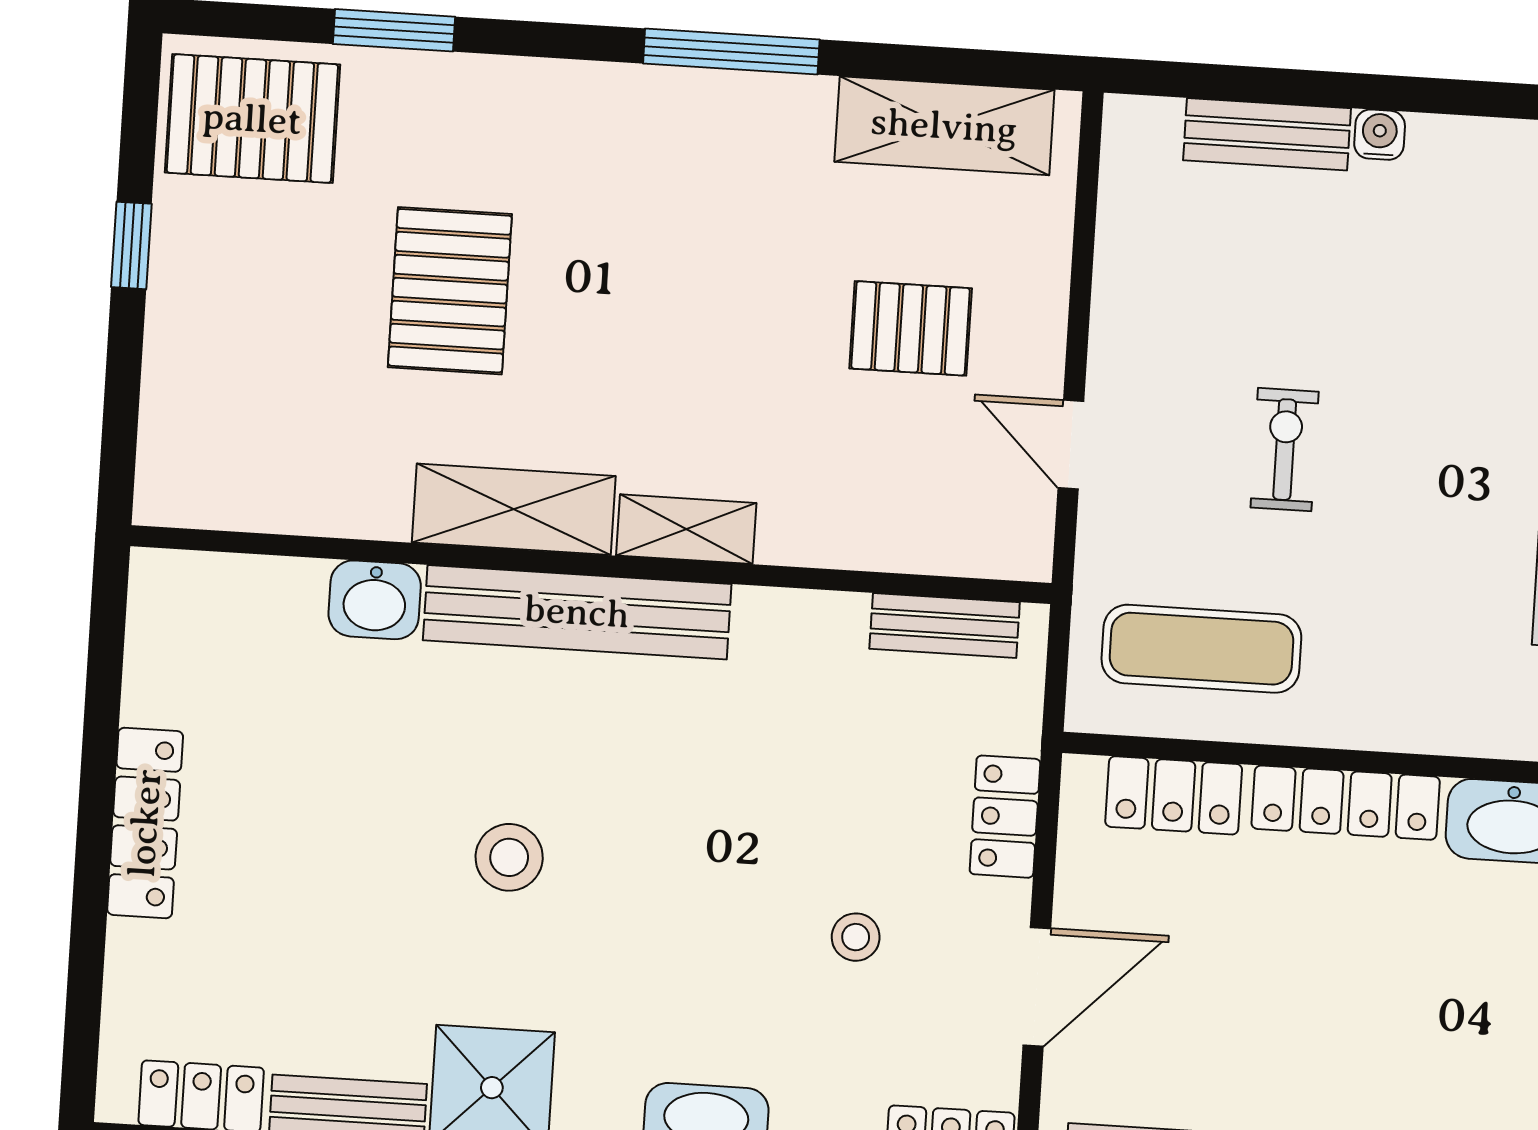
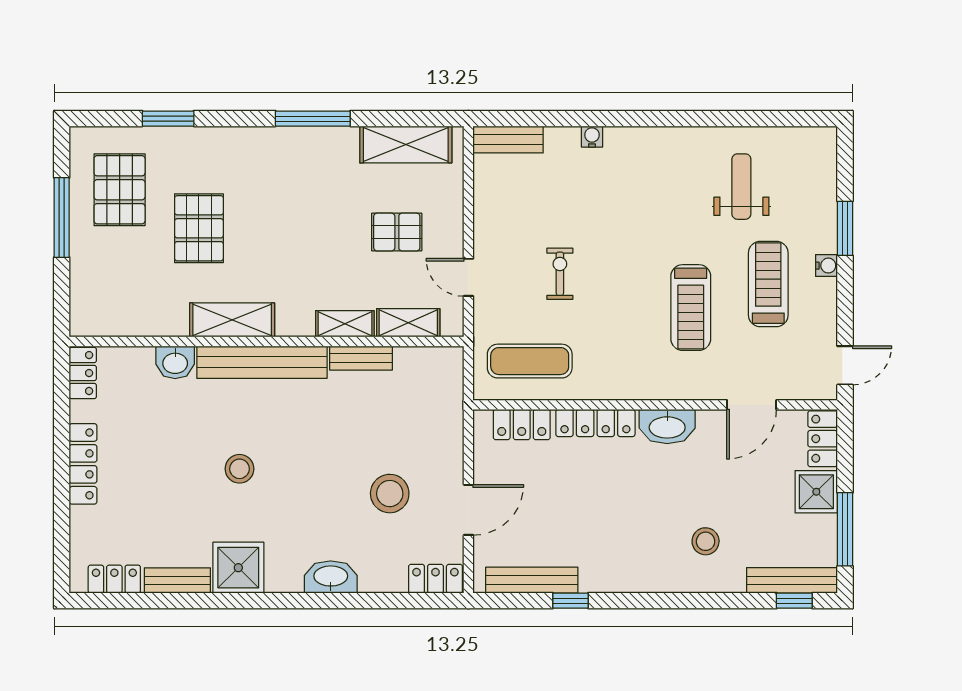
pallet: (252, 119) -> (120, 190), moved, turned 90
bench: (1267, 134) -> (508, 139), moved
window: (131, 245) -> (62, 218), width x2.17
shelving: (686, 529) -> (345, 324), moved
shelving: (924, 542) -> (408, 323), added
bench: (945, 626) -> (361, 358), moved
locker: (1005, 817) -> (83, 373), moved, turned 180
stool: (856, 937) -> (390, 494), width x1.89, depth x1.89

